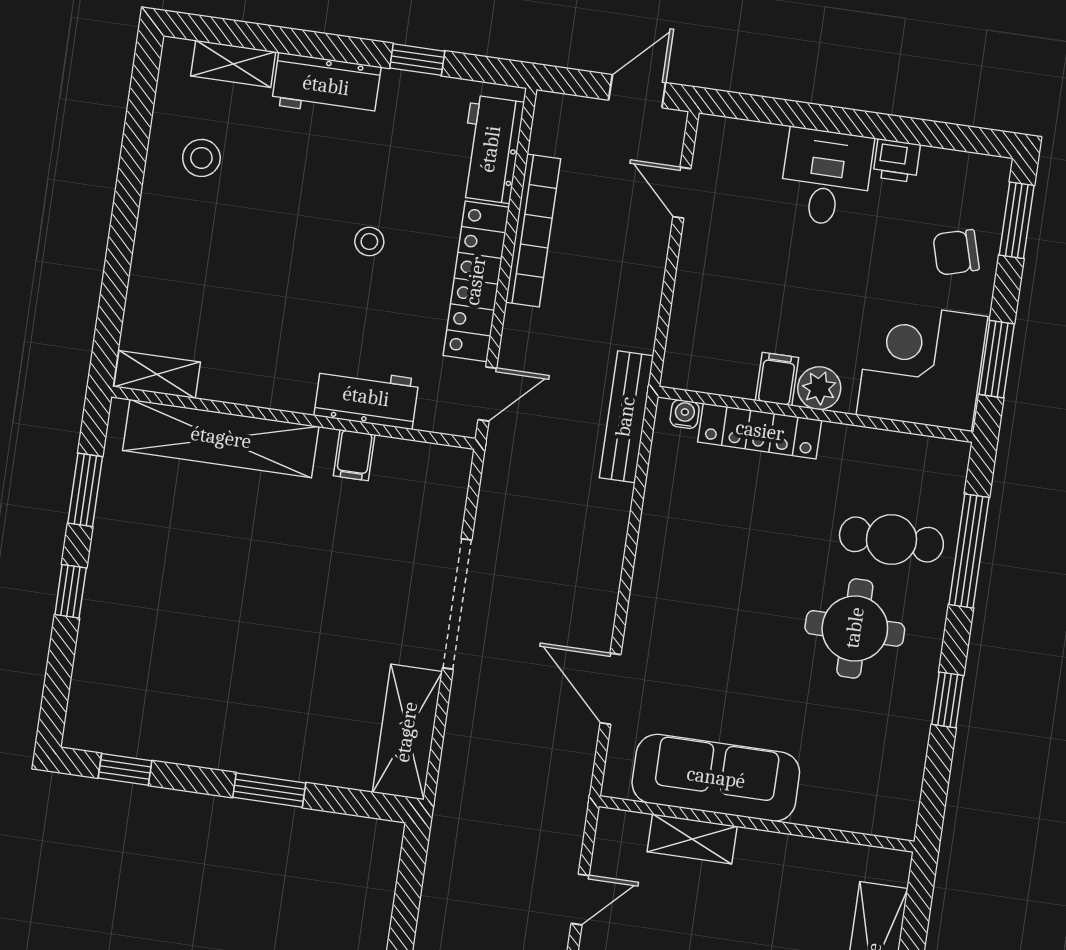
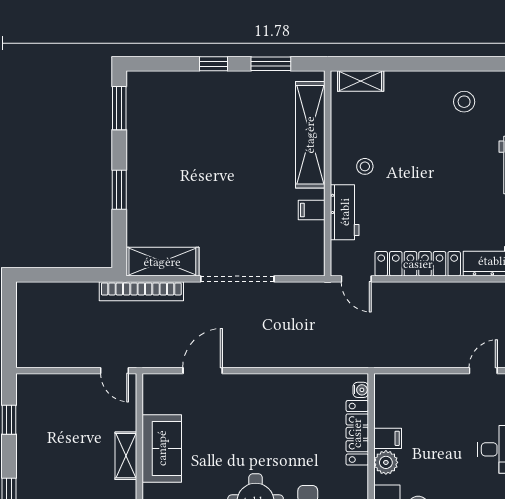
bookcase: (533, 230) -> (141, 291), moved
stool: (369, 241) -> (365, 166), moved
shelving: (157, 374) -> (361, 81), moved, turned 90
bench: (626, 417) -> (355, 358), removed
window: (125, 769) -> (119, 108), width x1.50
sofa: (716, 778) -> (162, 448), width x0.73
shelving: (692, 839) -> (126, 456), moved
door: (580, 899) -> (115, 371), moved

